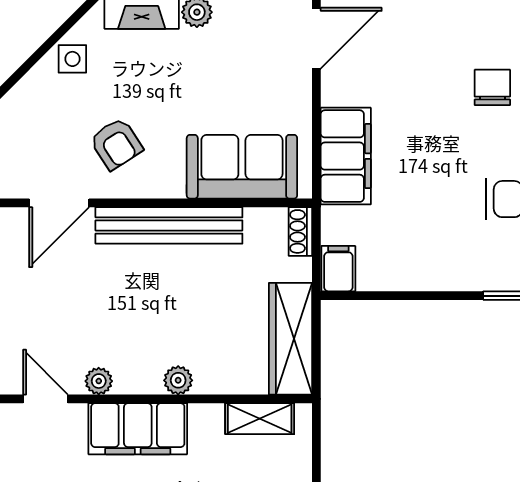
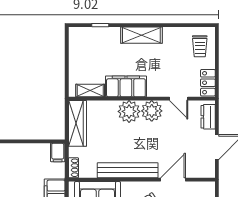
plant: (178, 380) -> (129, 111), width x1.87, depth x1.87
plant: (99, 381) -> (152, 111), width x1.88, depth x1.88
filing cabinet: (138, 429) -> (126, 86), moved

